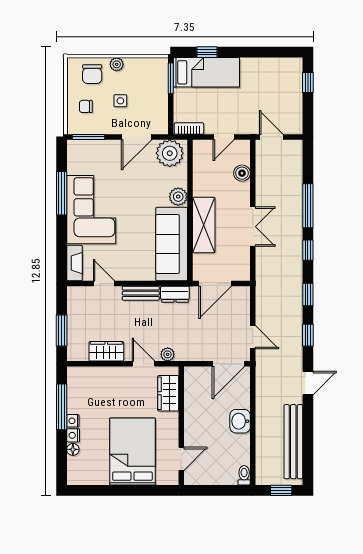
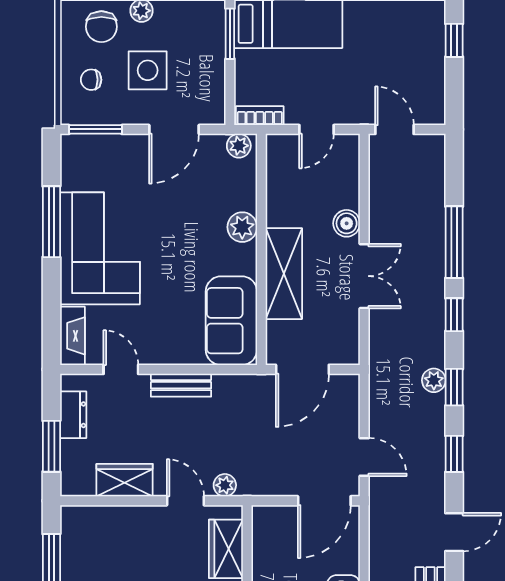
side table: (120, 101) -> (148, 70), width x1.87, depth x1.87
plant: (170, 153) -> (239, 146), width x0.53, depth x0.53
boiler: (242, 173) -> (347, 223), moved
sofa: (172, 244) -> (231, 321), width x0.73
plant: (295, 290) -> (434, 380), added
dresser: (175, 294) -> (73, 415), moved, turned -90

